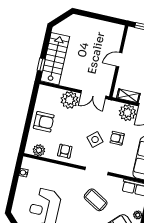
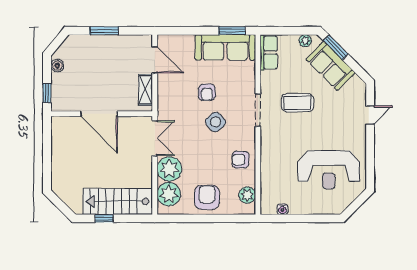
door: (119, 60) -> (99, 114), width x1.88
window: (41, 65) -> (104, 218), moved
plant: (127, 113) -> (169, 194), moved
coffee table: (96, 200) -> (297, 103), turned 60

